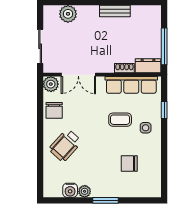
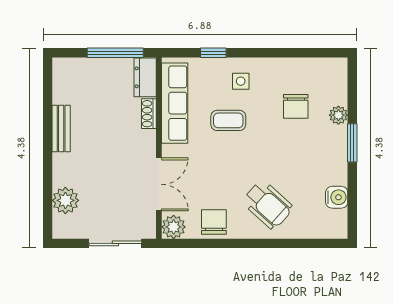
chair: (54, 110) -> (214, 222), turned -90
coffee table: (120, 120) -> (228, 120), turned 90
plant: (85, 191) -> (338, 115), moved

